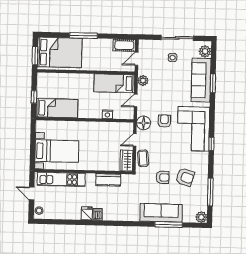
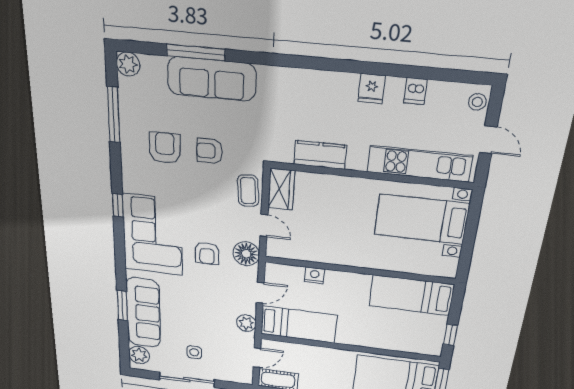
window: (34, 97) -> (450, 335), moved
door: (135, 140) -> (264, 226), hinge flipped
armchair: (185, 177) -> (165, 148), turned 73
dishwasher: (98, 214) -> (415, 91), moved

